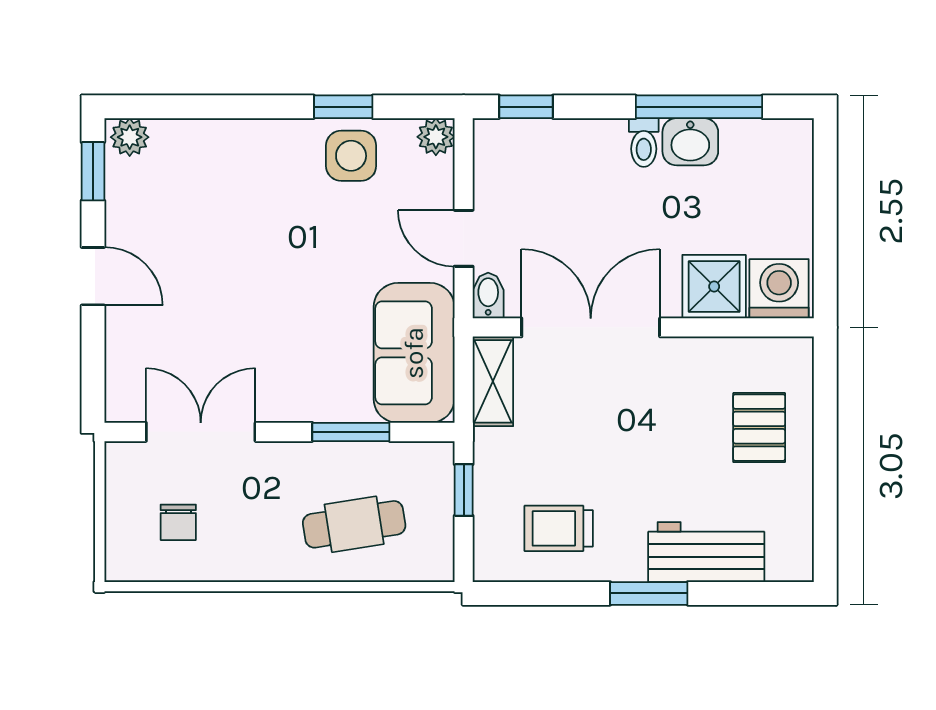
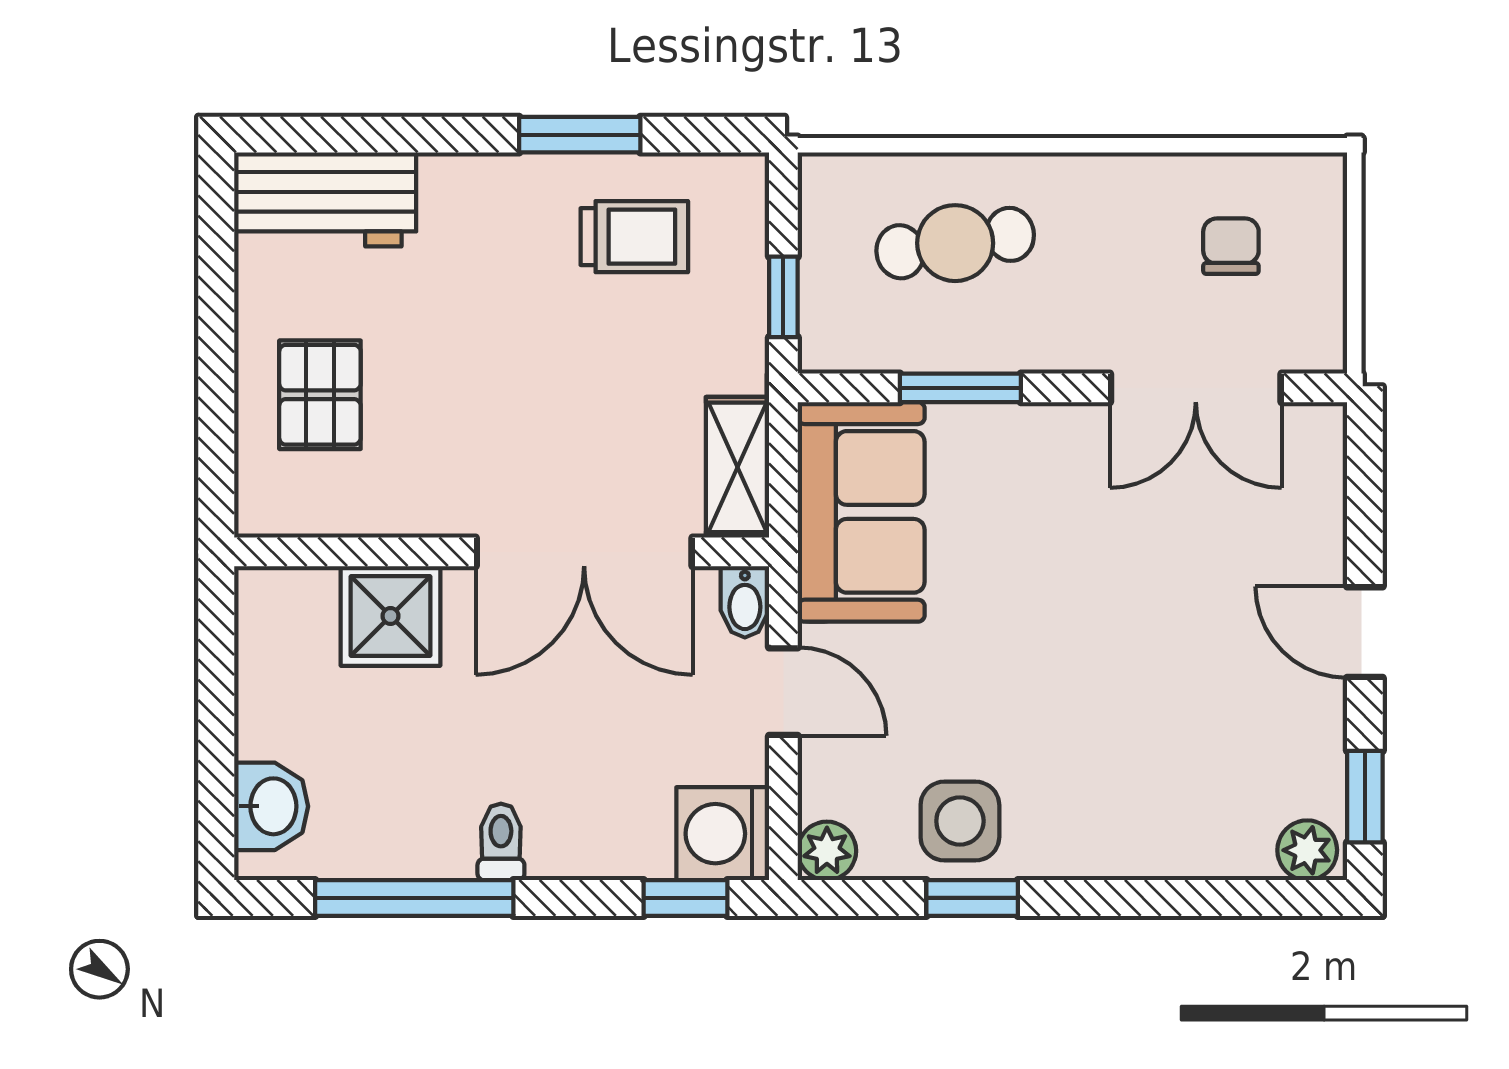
washbasin: (690, 142) -> (271, 806), moved, turned 90
washing machine: (779, 289) -> (723, 834), moved, turned 90
workbench: (706, 552) -> (325, 199), moved
window: (649, 593) -> (580, 135), moved

